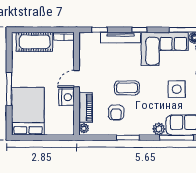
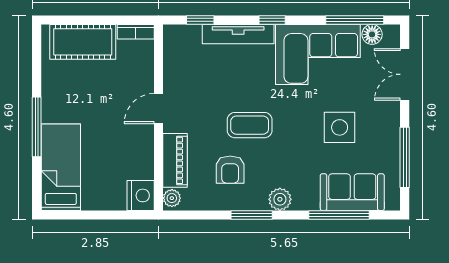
nightstand: (67, 97) -> (141, 195), moved
bed: (28, 111) -> (61, 167), width x0.67
plant: (159, 129) -> (280, 199), moved

